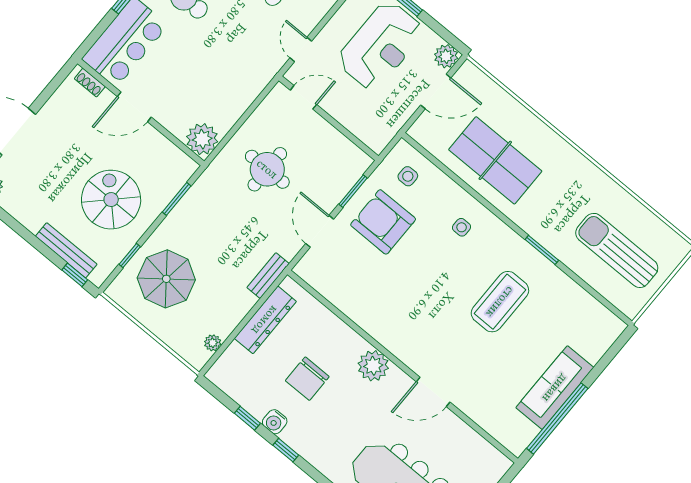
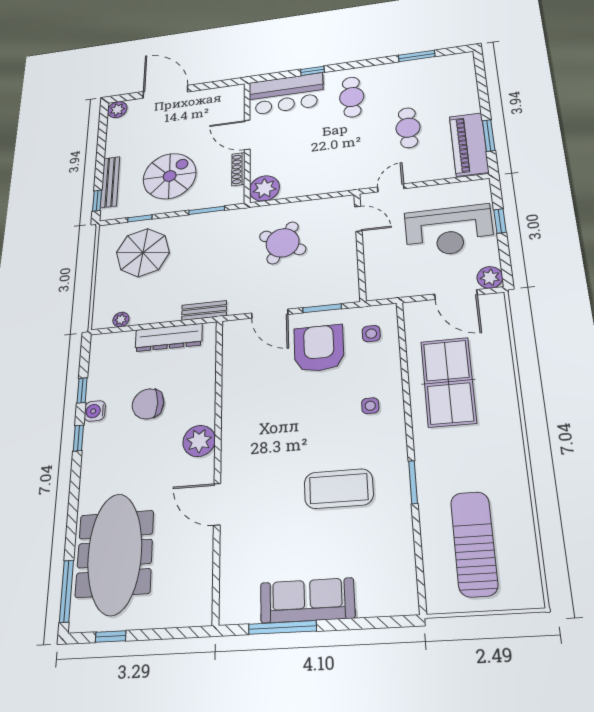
shoe rack: (90, 83) -> (238, 169), moved, width x1.43
round table: (267, 169) -> (283, 243), turned 30
door: (320, 231) -> (270, 314), swing flipped
window: (557, 418) -> (282, 628), width x0.68

